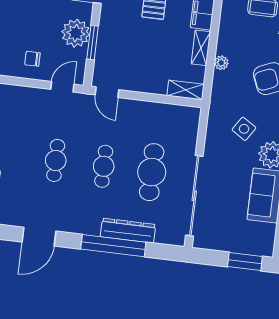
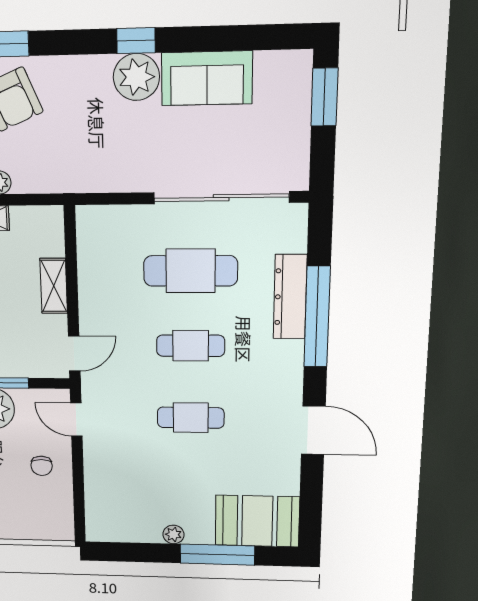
shelving: (186, 90) -> (54, 286), moved
side table: (244, 129) -> (100, 130), removed

